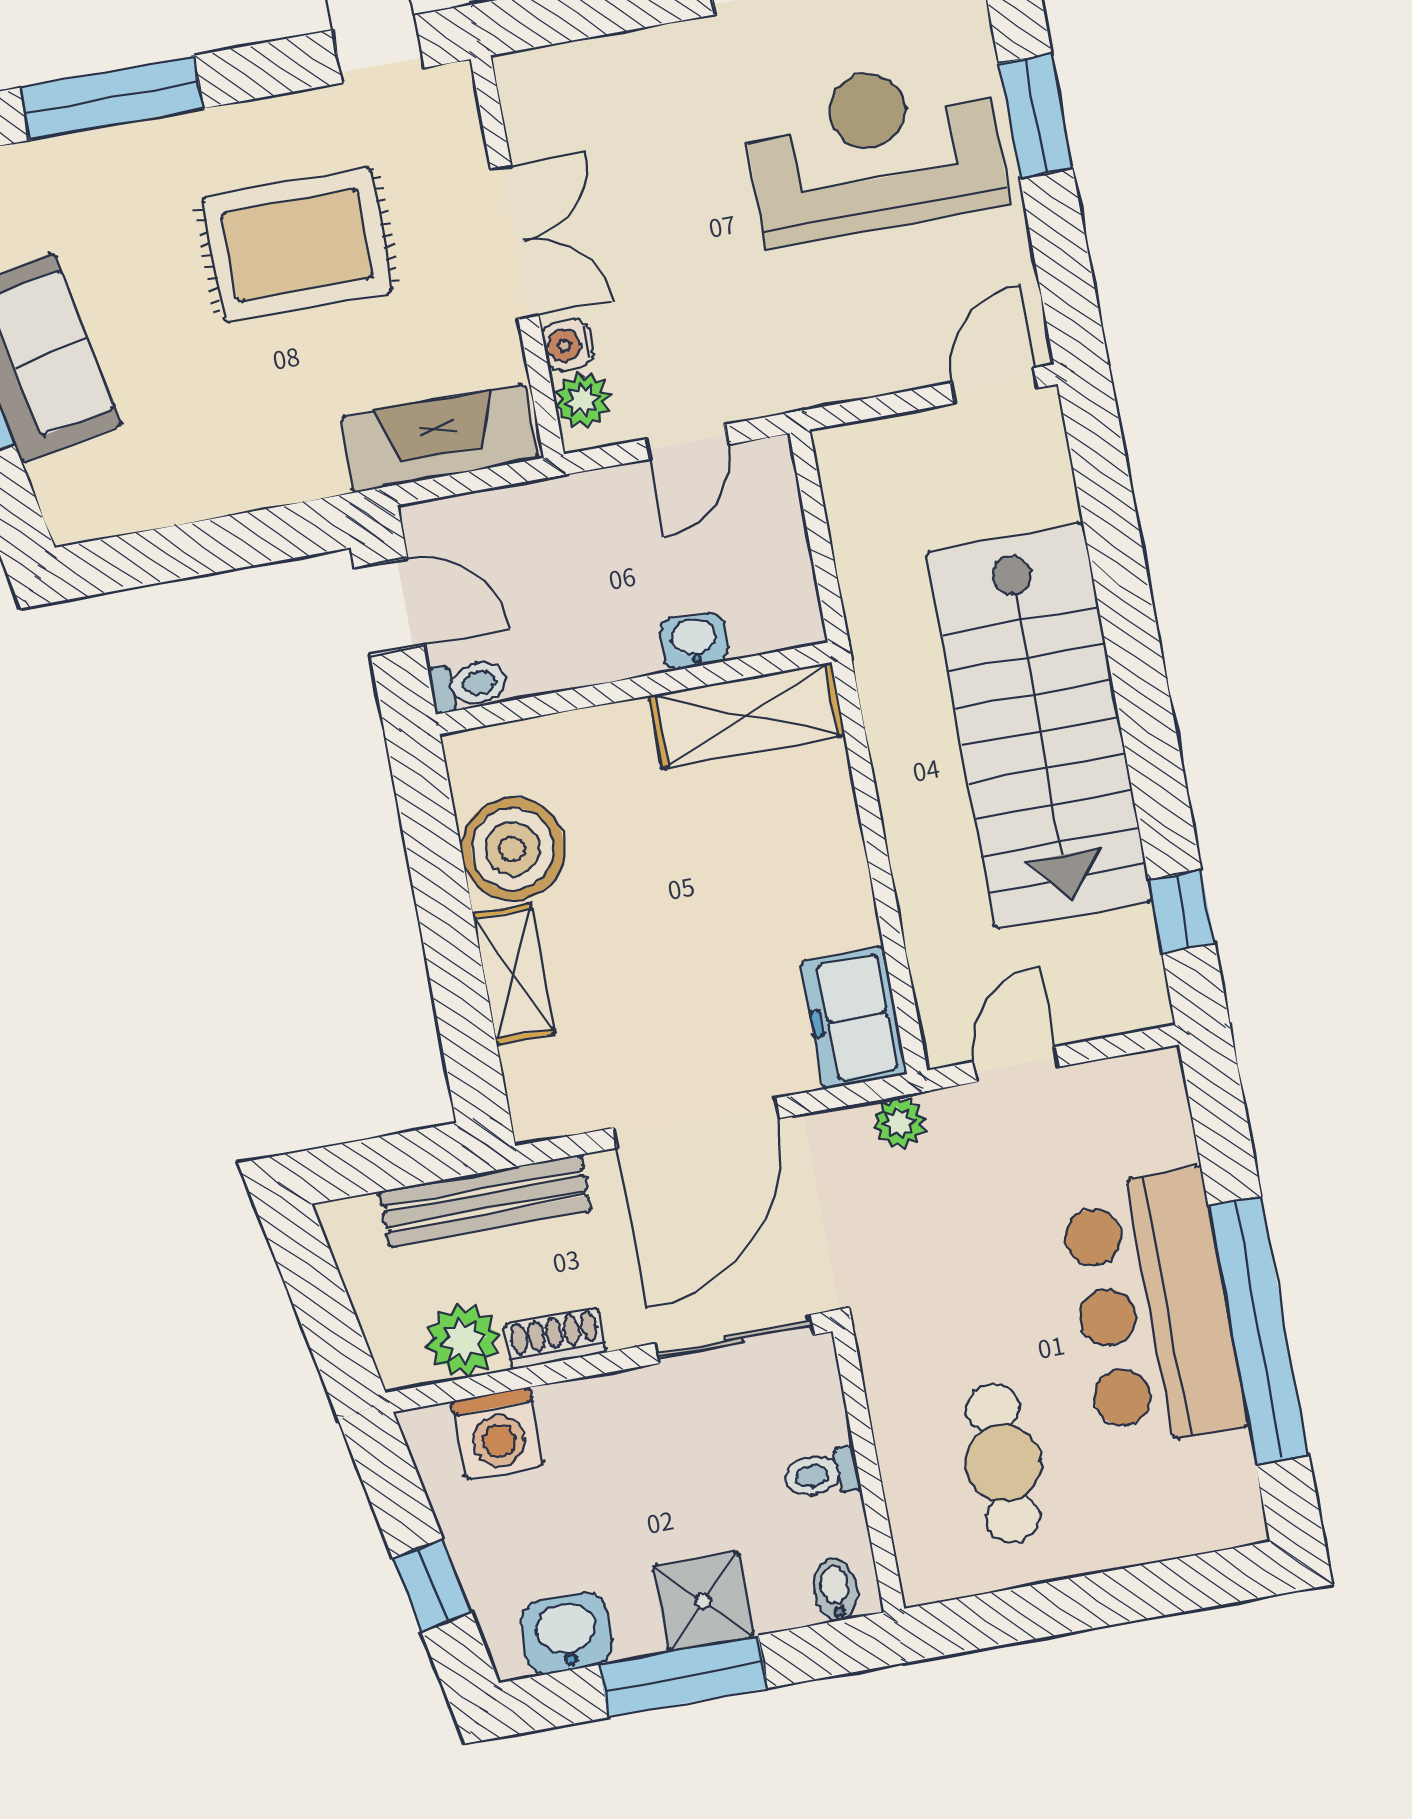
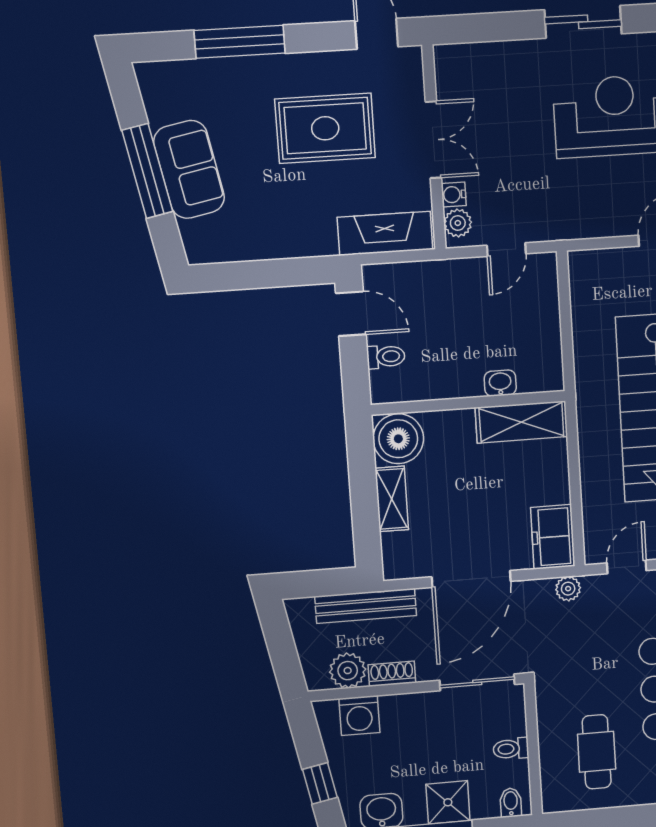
washbasin: (694, 641) -> (500, 383), moved
wall: (634, 688) -> (468, 403), moved
shelving: (747, 716) -> (521, 422), moved

